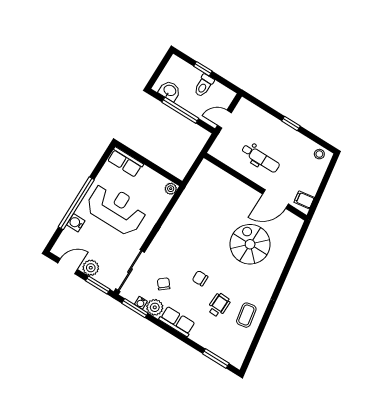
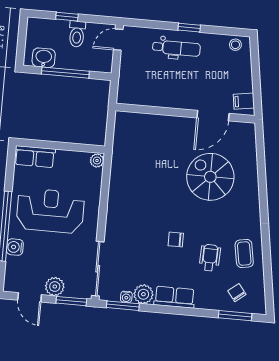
door: (224, 119) -> (118, 40), moved
dental chair: (260, 158) -> (176, 48), moved
door: (68, 266) -> (30, 297), swing flipped
chair: (164, 284) -> (237, 293), moved

